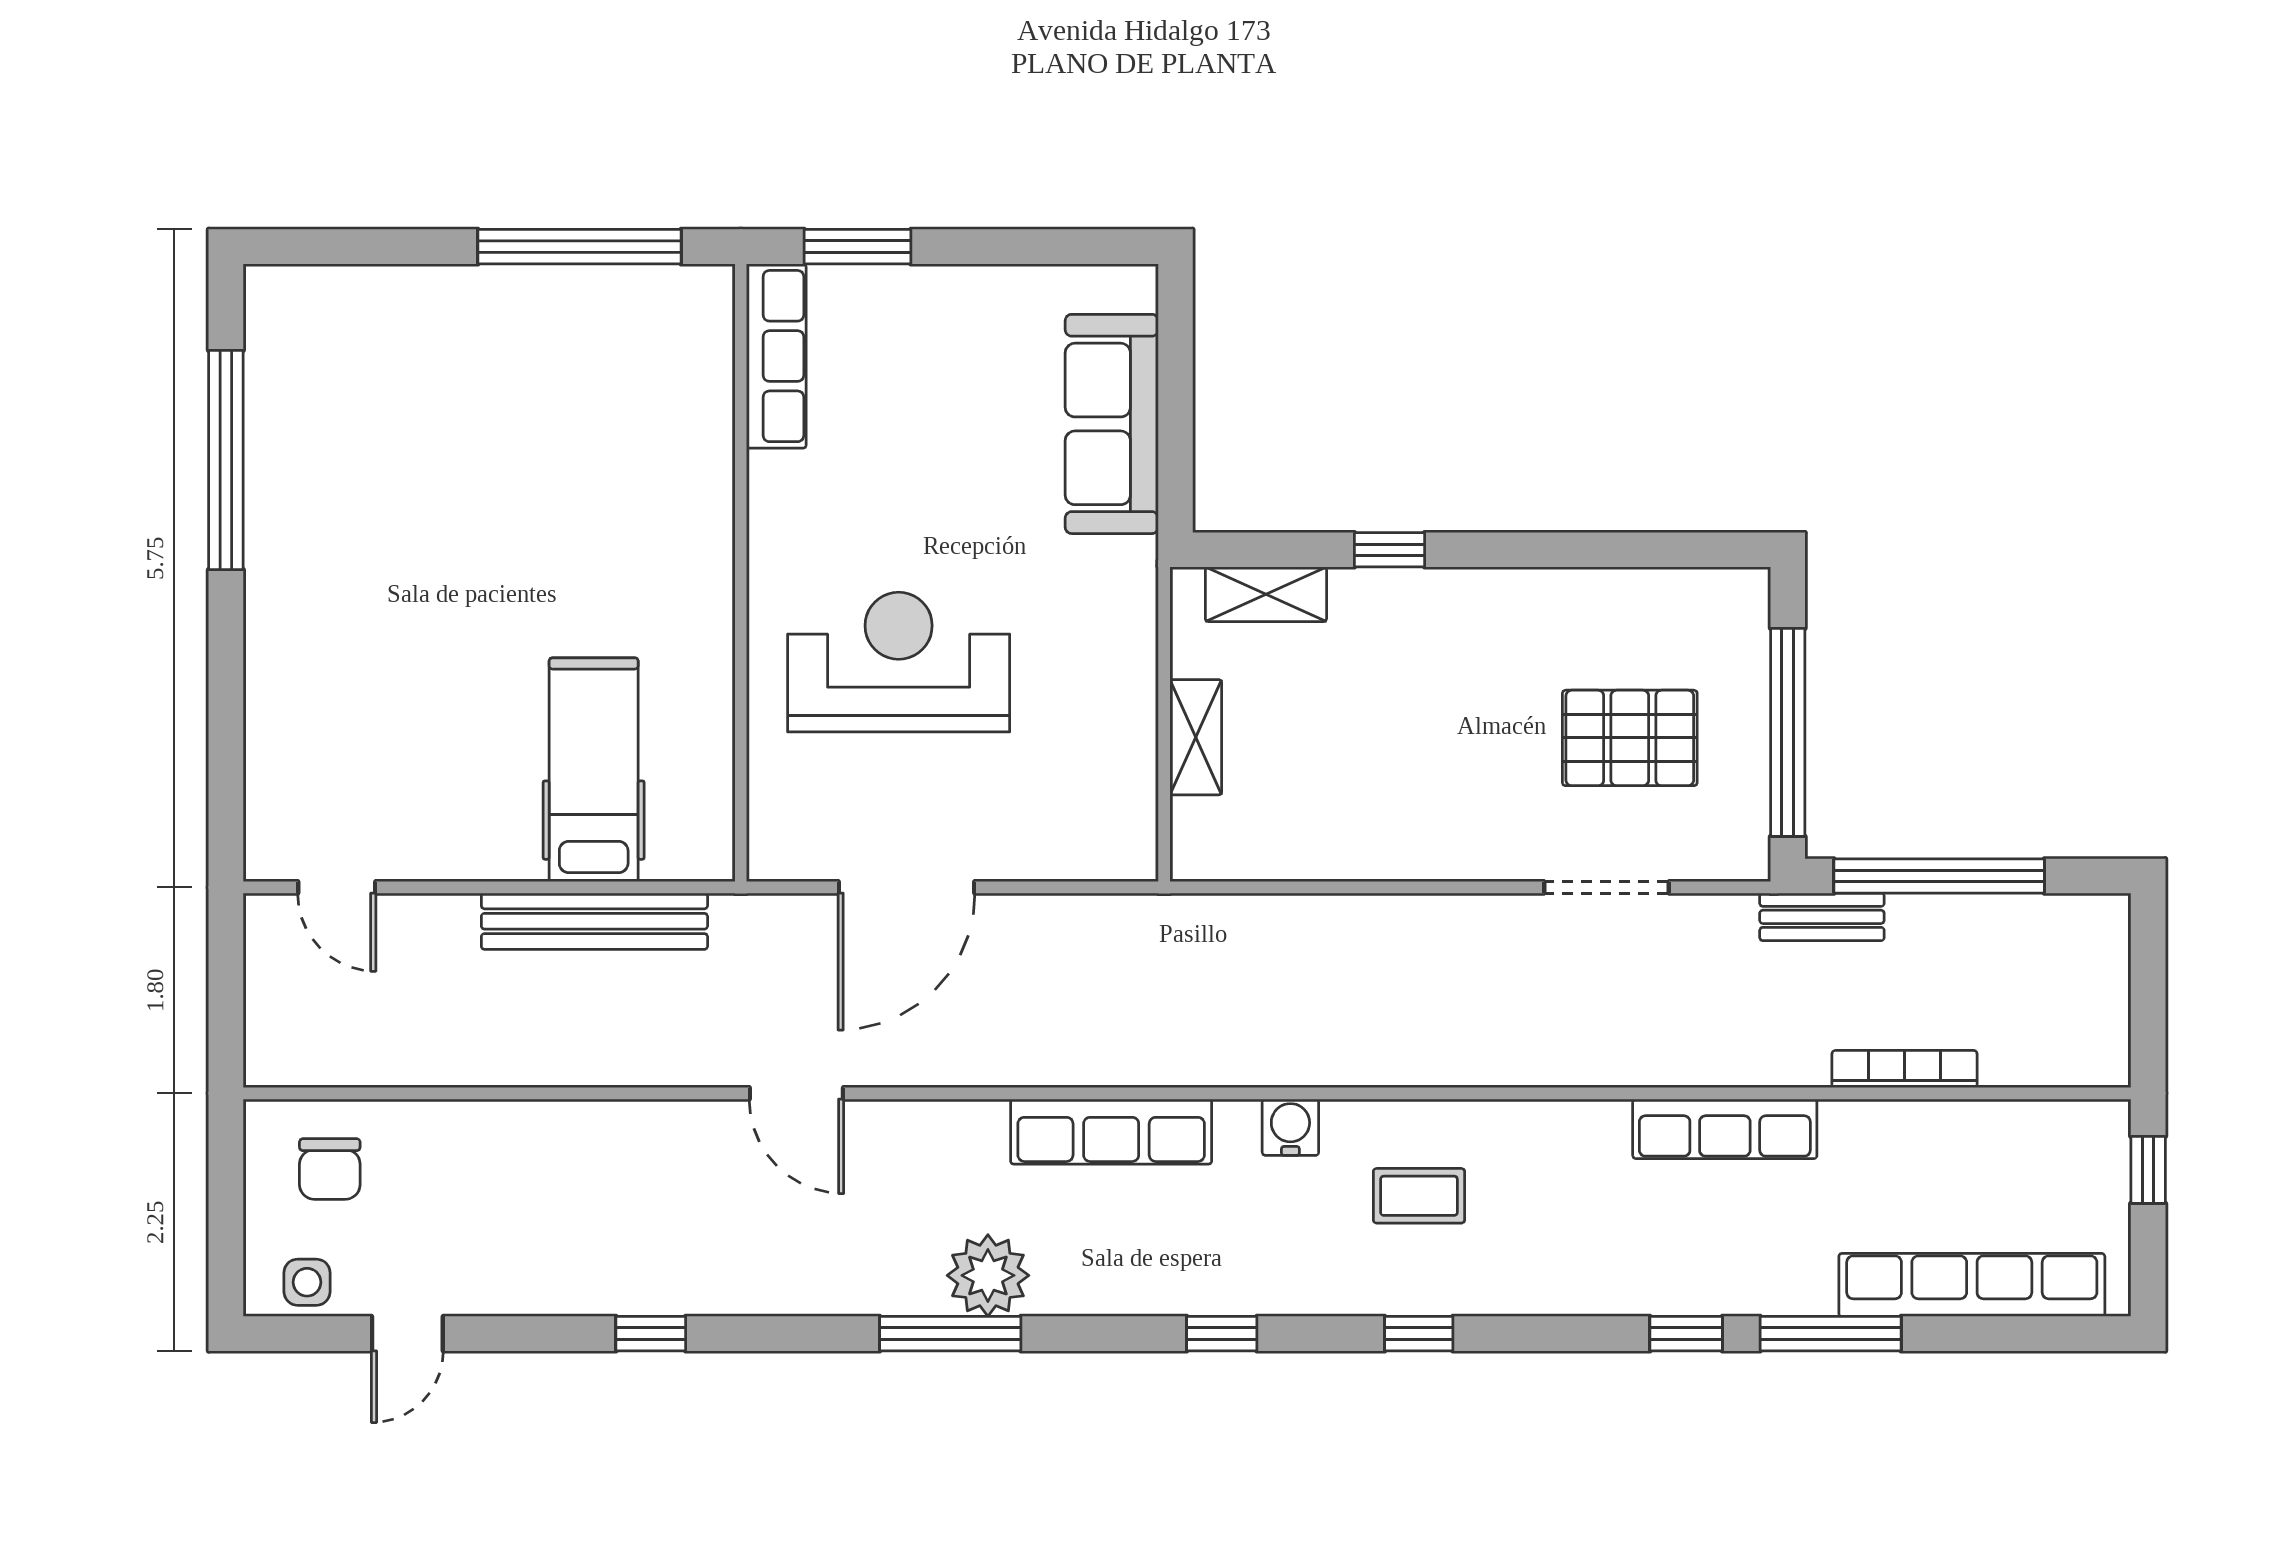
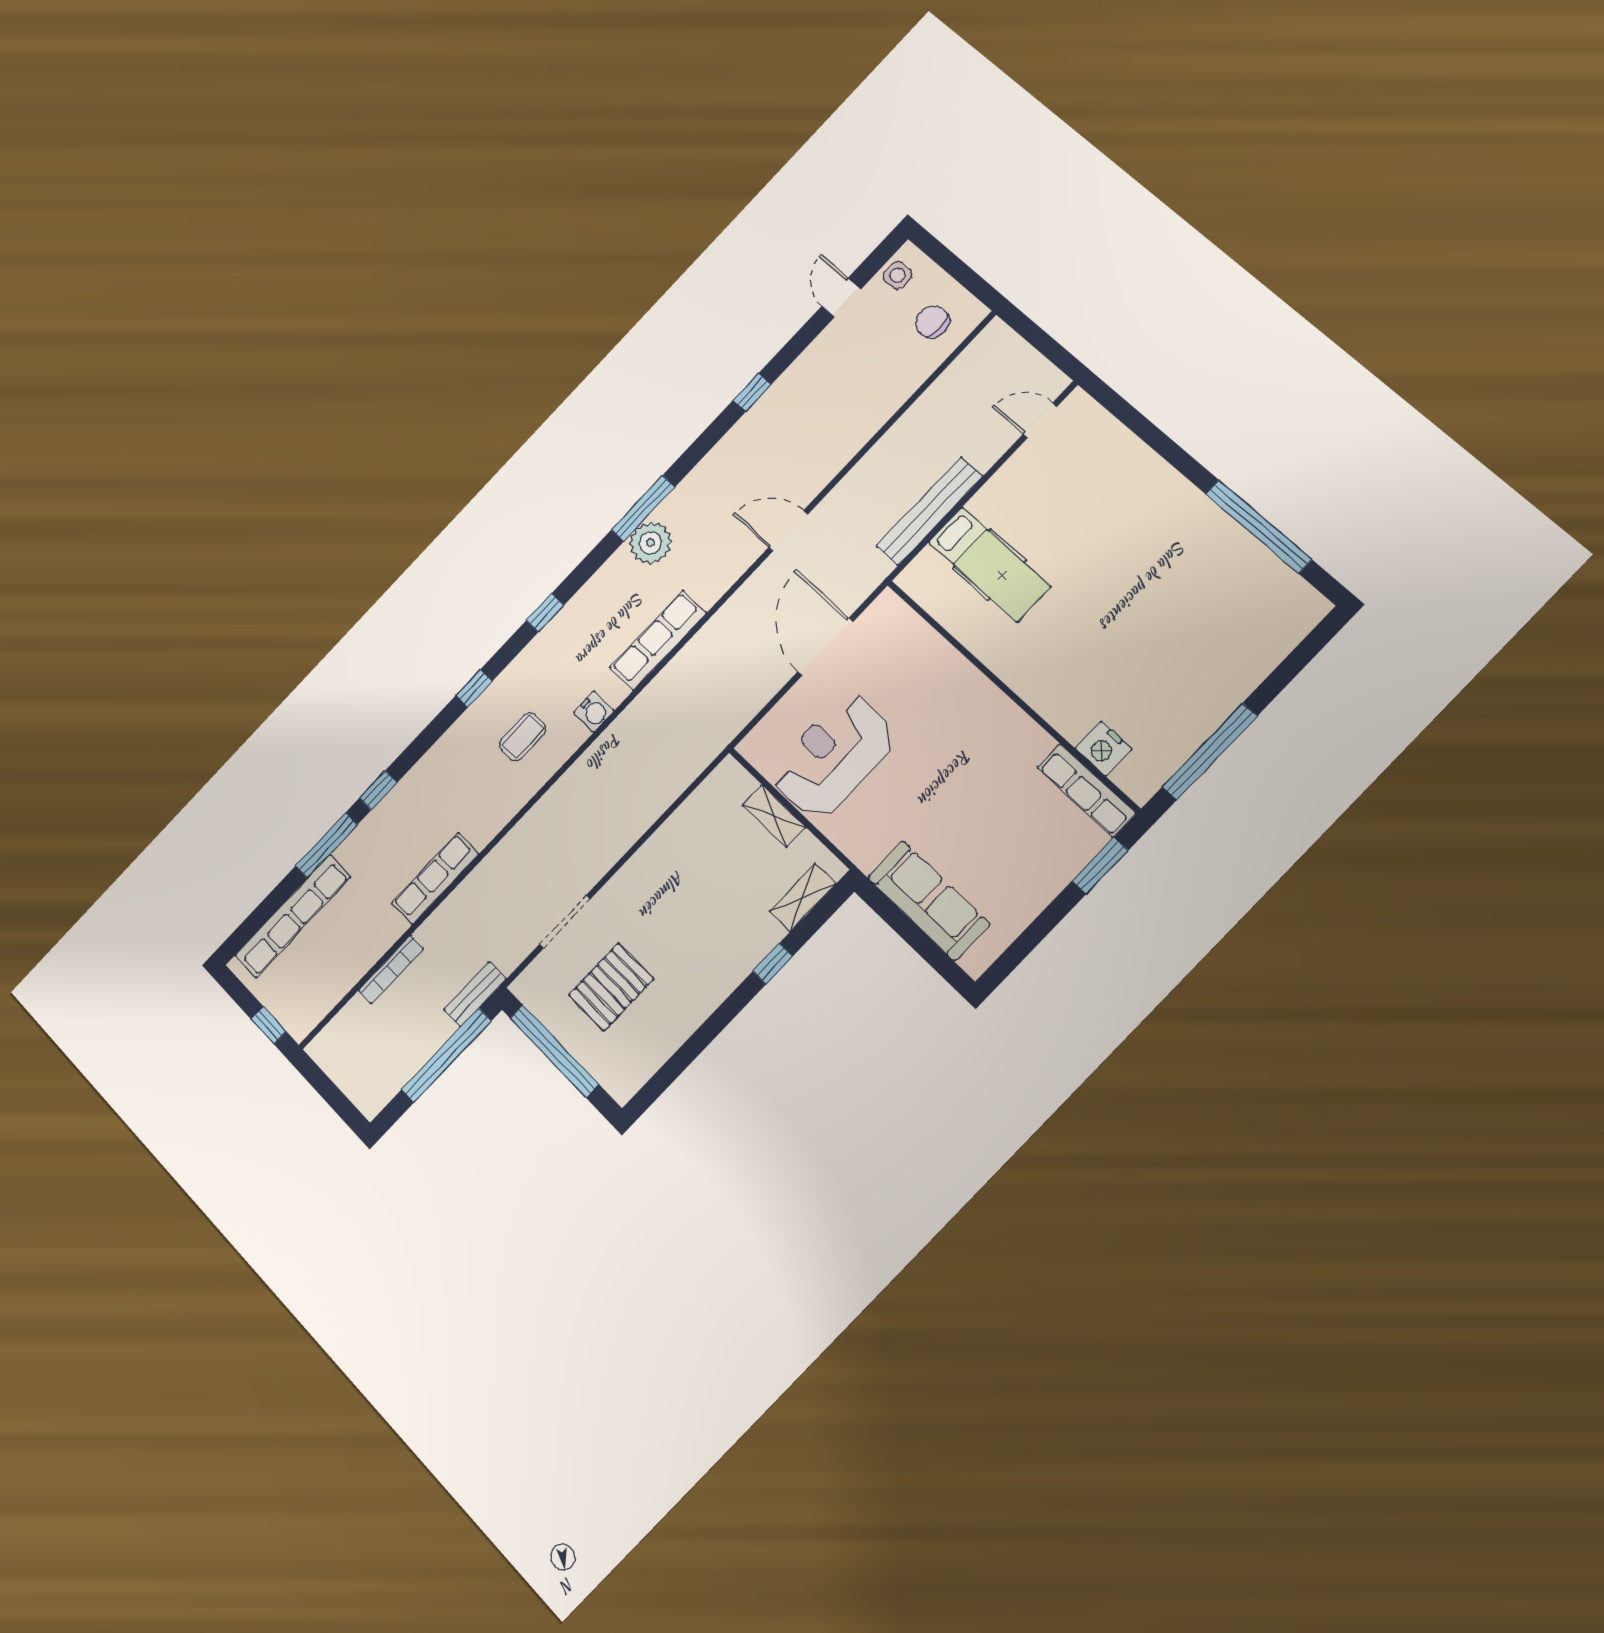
nightstand: (702, 386) -> (1103, 749), added
reception desk: (899, 662) -> (834, 756), moved, turned 180

